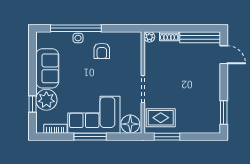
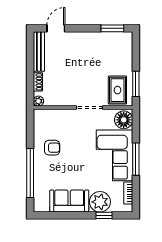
side table: (78, 38) -> (40, 171), removed

